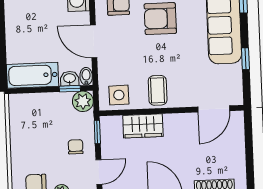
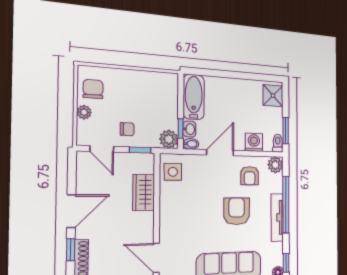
coffee table: (158, 90) -> (175, 207), removed

